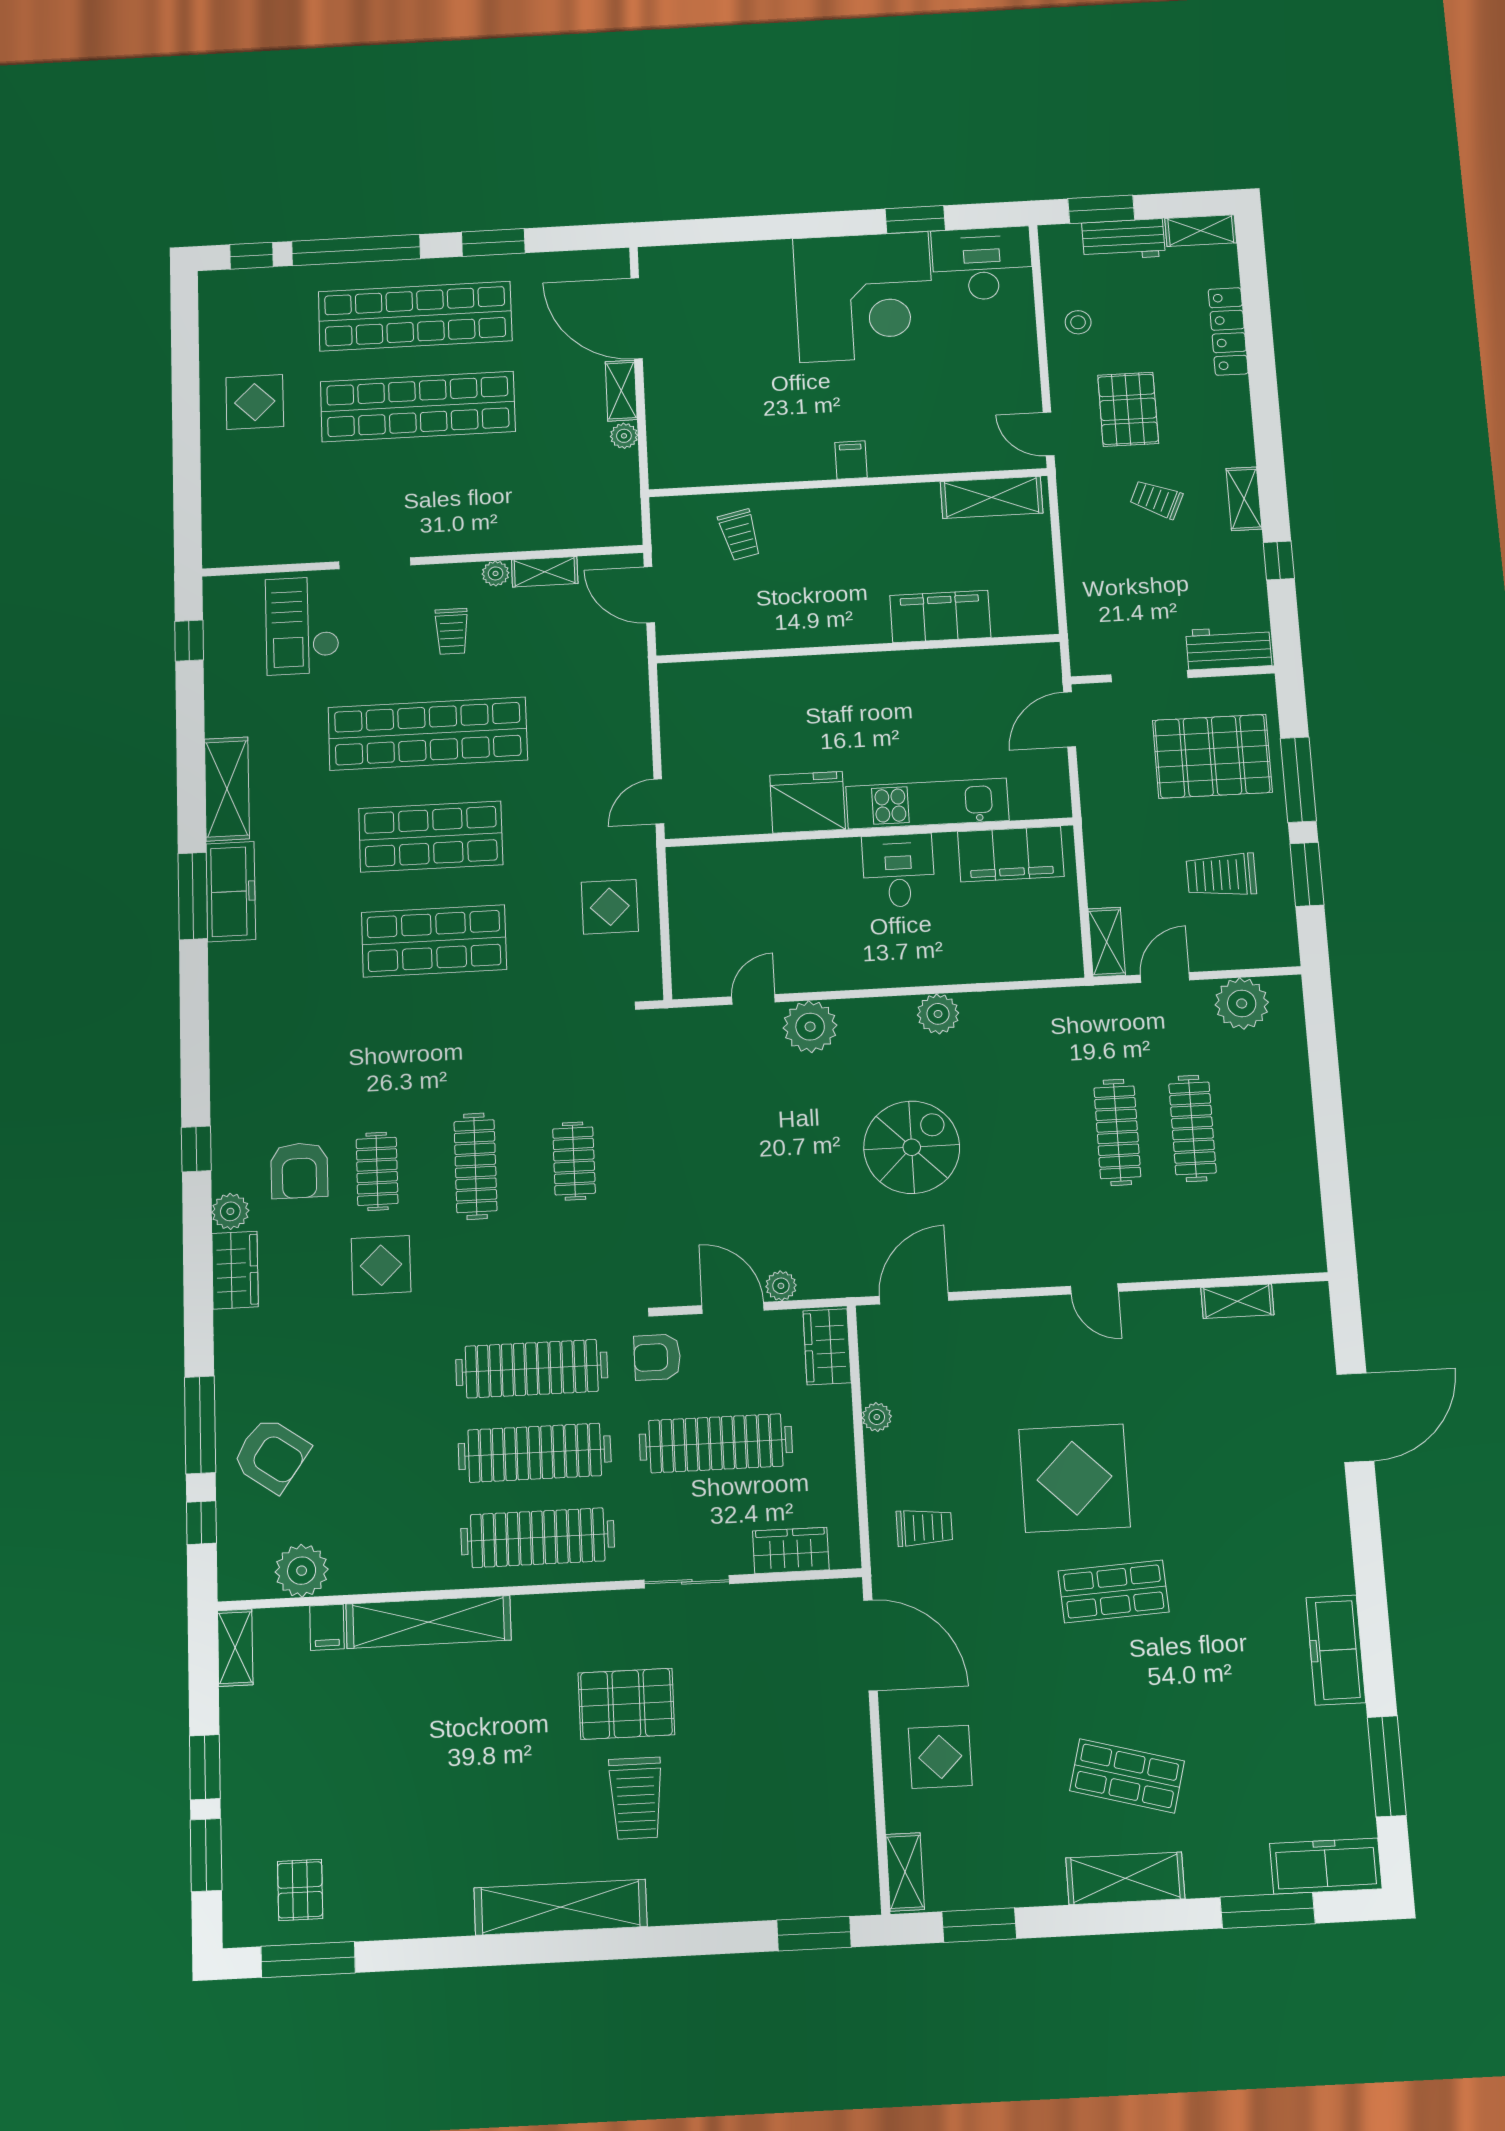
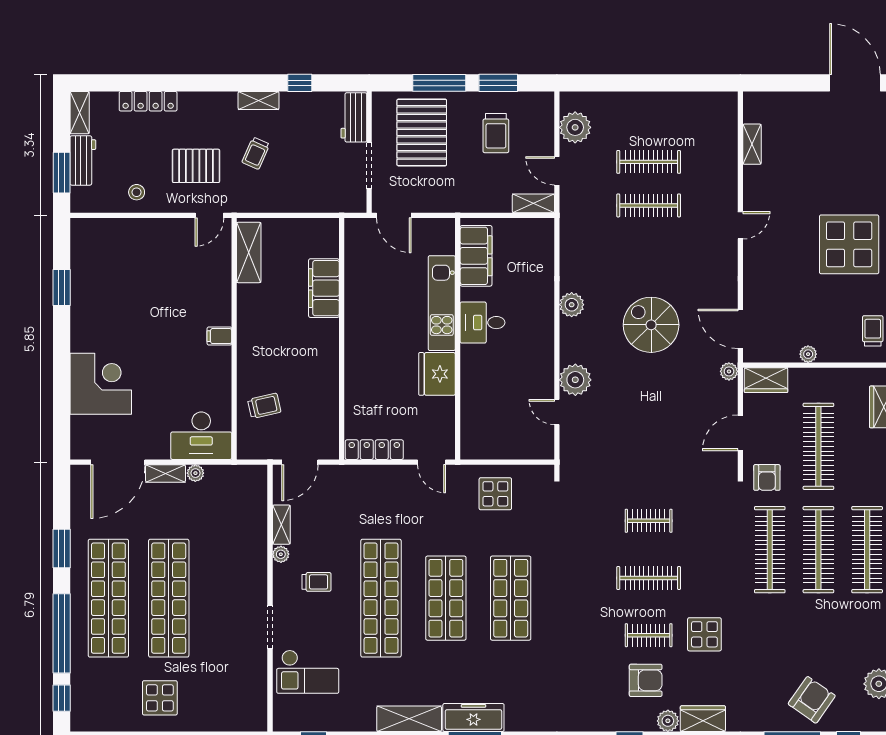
desk: (982, 264) -> (201, 436), moved, turned -90
corner desk: (864, 297) -> (101, 384), moved, width x0.74, depth x0.74
locker: (675, 710) -> (374, 450), added
plant: (781, 1286) -> (729, 371), moved
door: (1355, 1417) -> (855, 83), moved

